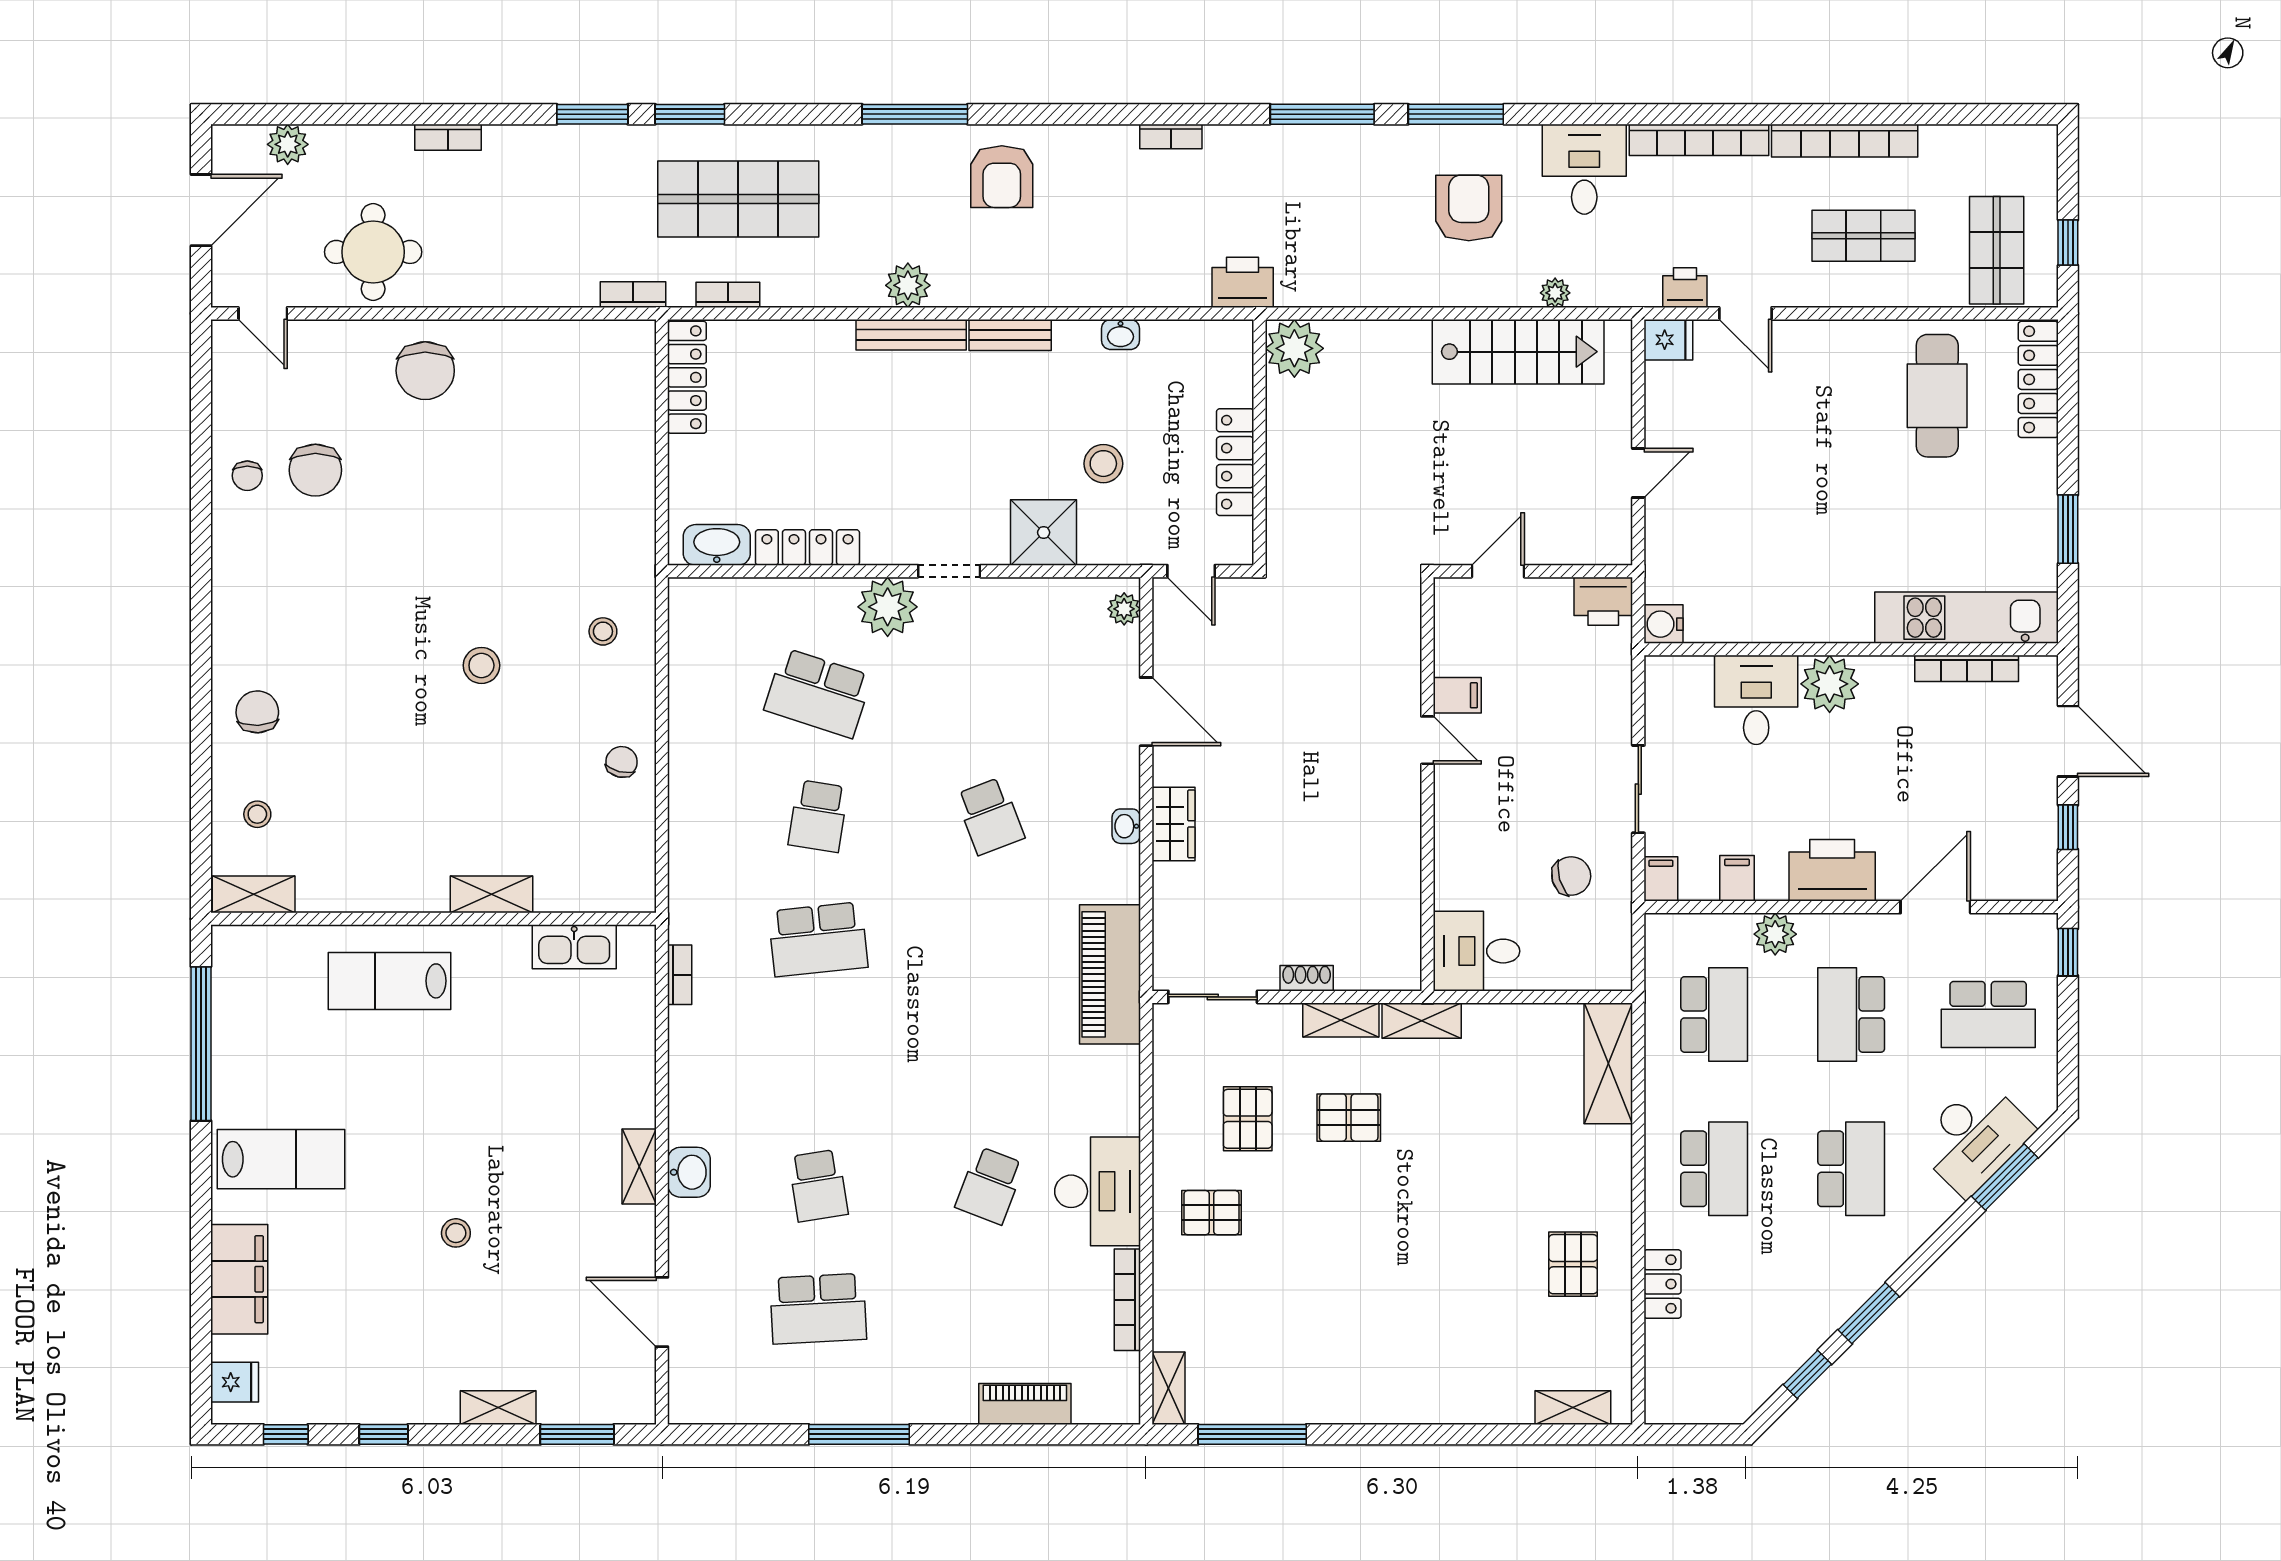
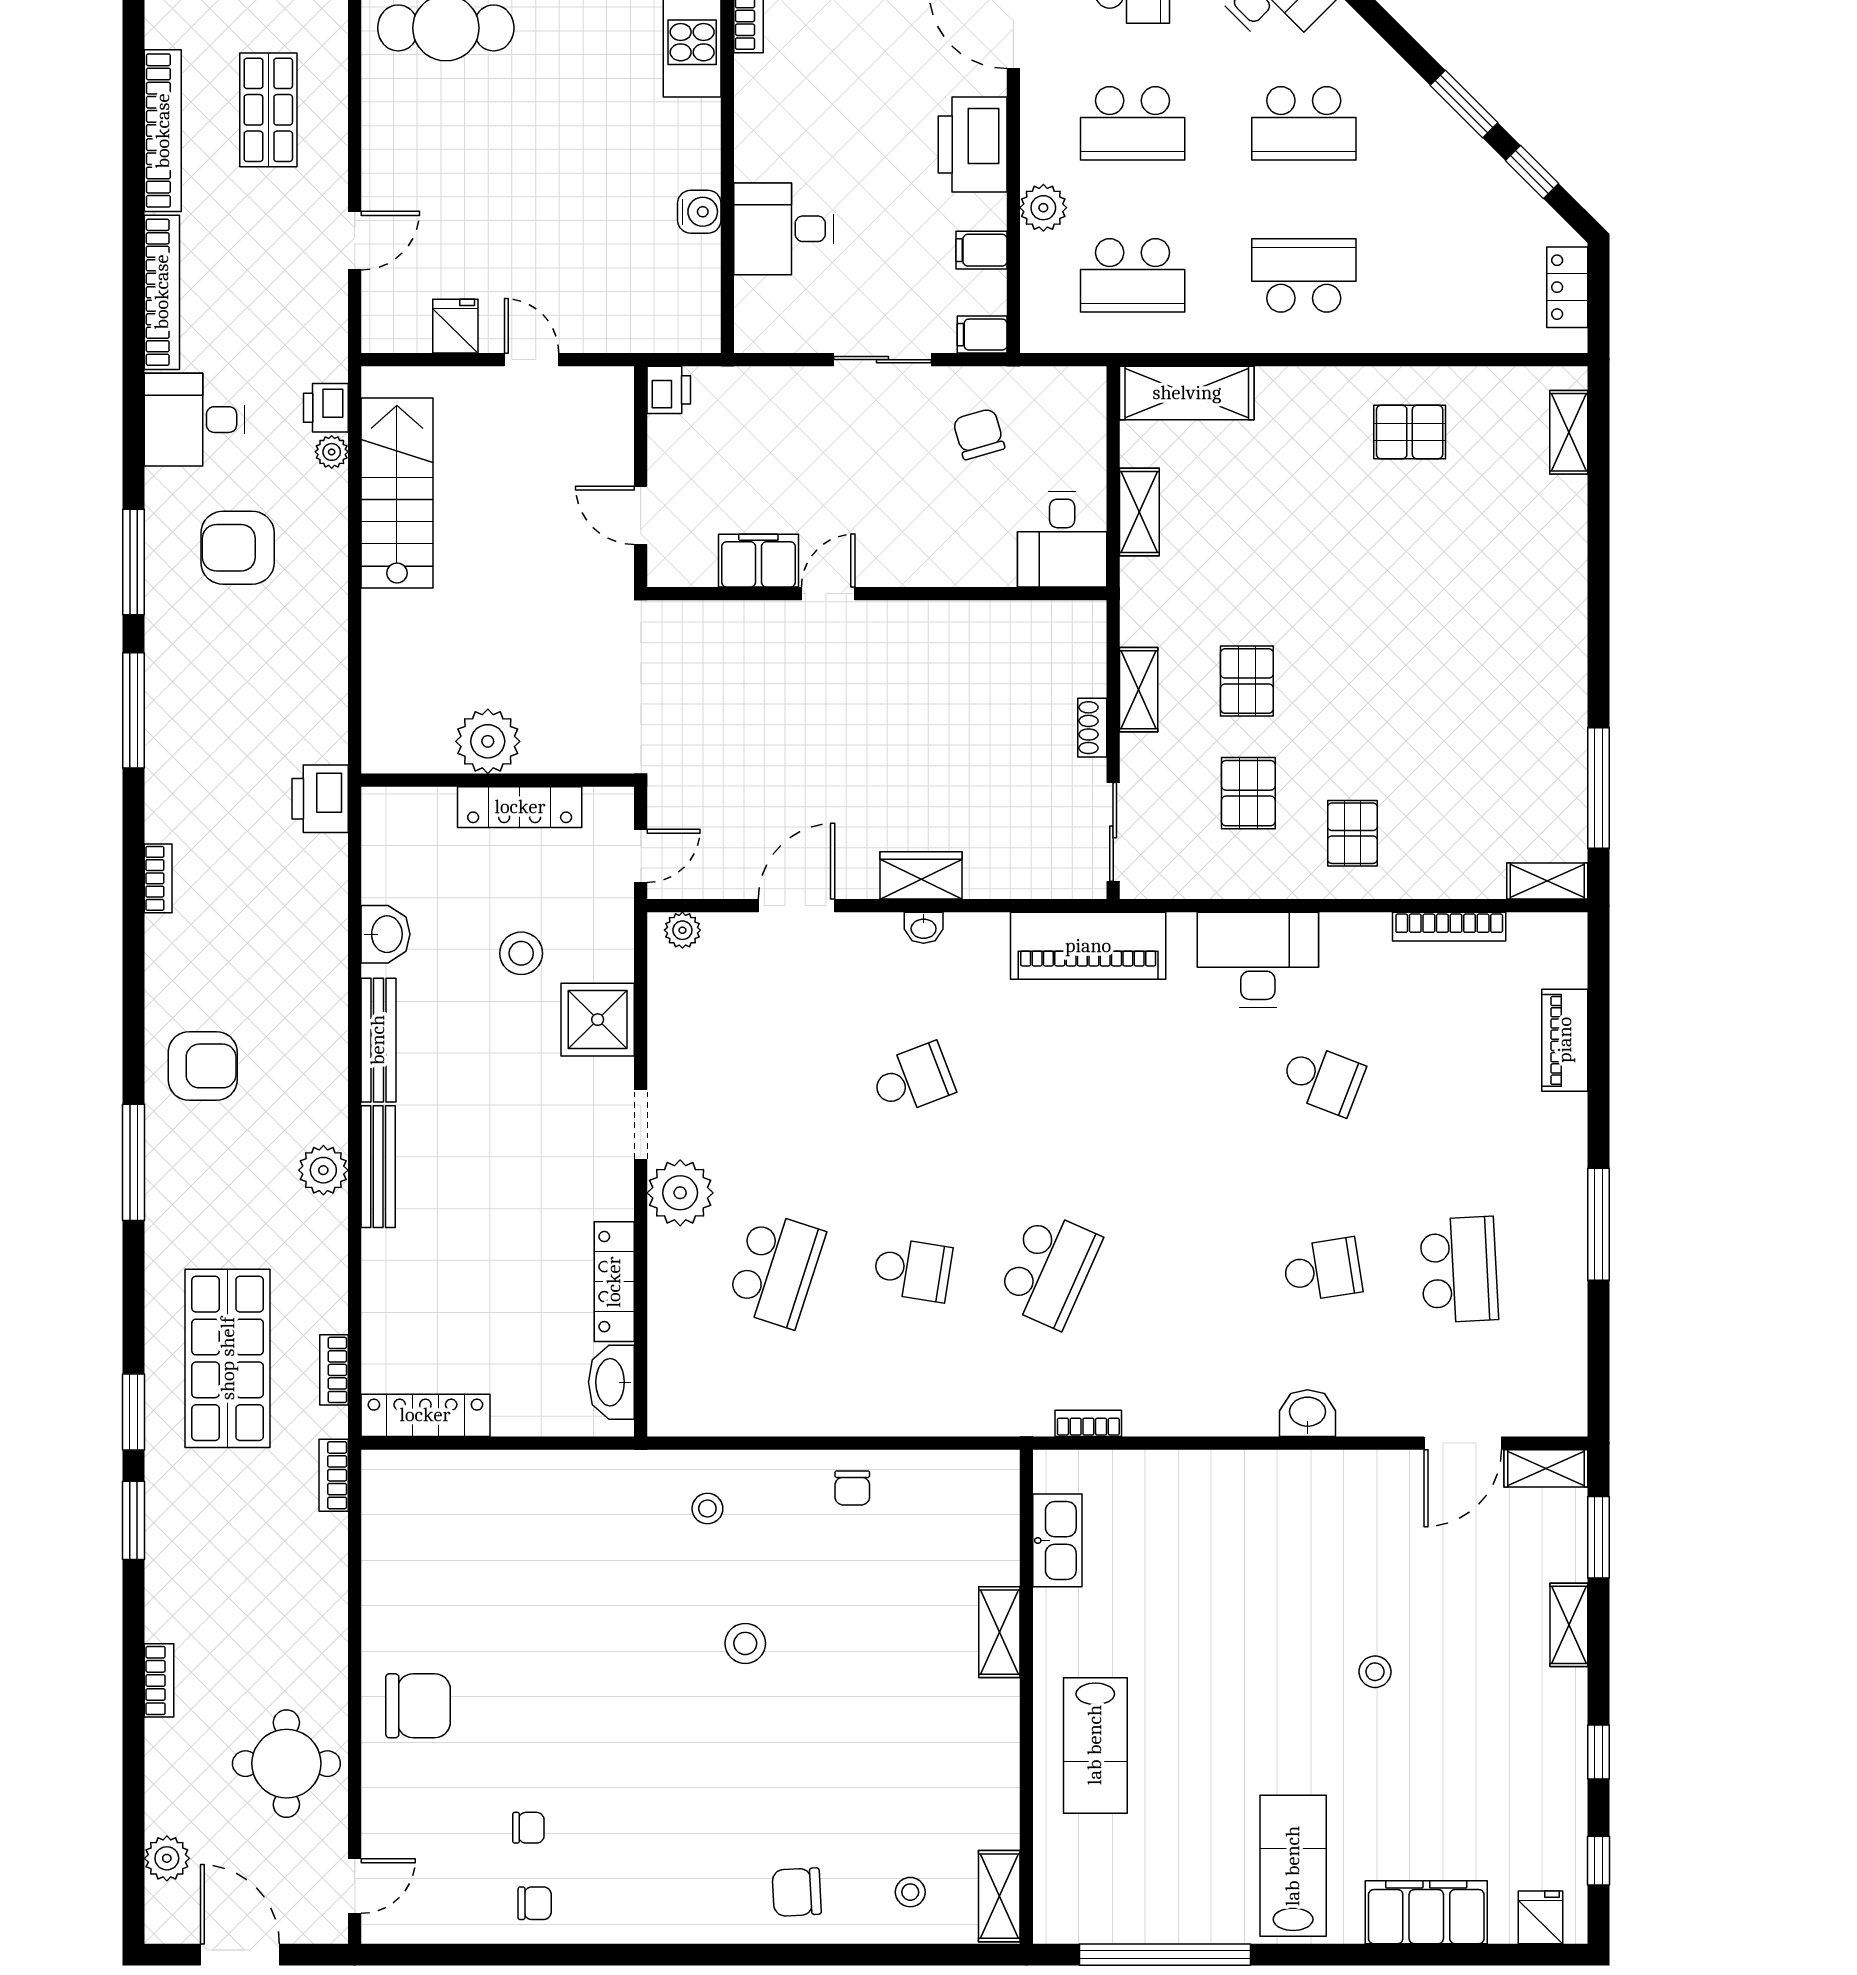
printer: (1685, 288) -> (326, 408), moved
washbasin: (1121, 334) -> (385, 934), width x1.38, depth x1.45
bench: (1010, 335) -> (378, 1040), width x1.36
fridge: (1668, 340) -> (455, 326), moved
plant: (1294, 348) -> (488, 741), moved
chair: (315, 470) -> (528, 1828), width x0.54, depth x0.54
printer: (1603, 601) -> (669, 390), width x0.73, depth x0.81
water cooler: (1664, 624) -> (699, 212), moved, turned -90
plant: (1830, 684) -> (766, 147), removed
filing cabinet: (1457, 695) -> (758, 561), width x2.00
chair: (622, 762) -> (852, 1488), turned -104
school desk: (818, 939) -> (1049, 1270), turned 30
school desk: (1714, 1014) -> (1133, 275), turned 180
shelving: (1422, 1021) -> (1139, 512), moved
pallet: (1248, 1119) -> (1248, 793), turned 90
shelving: (639, 1167) -> (1546, 1468), moved
school desk: (1851, 1169) -> (1304, 123), turned 180
desk: (1098, 1191) -> (1258, 960), moved
locker: (1663, 1284) -> (1567, 287), moved, turned -90

